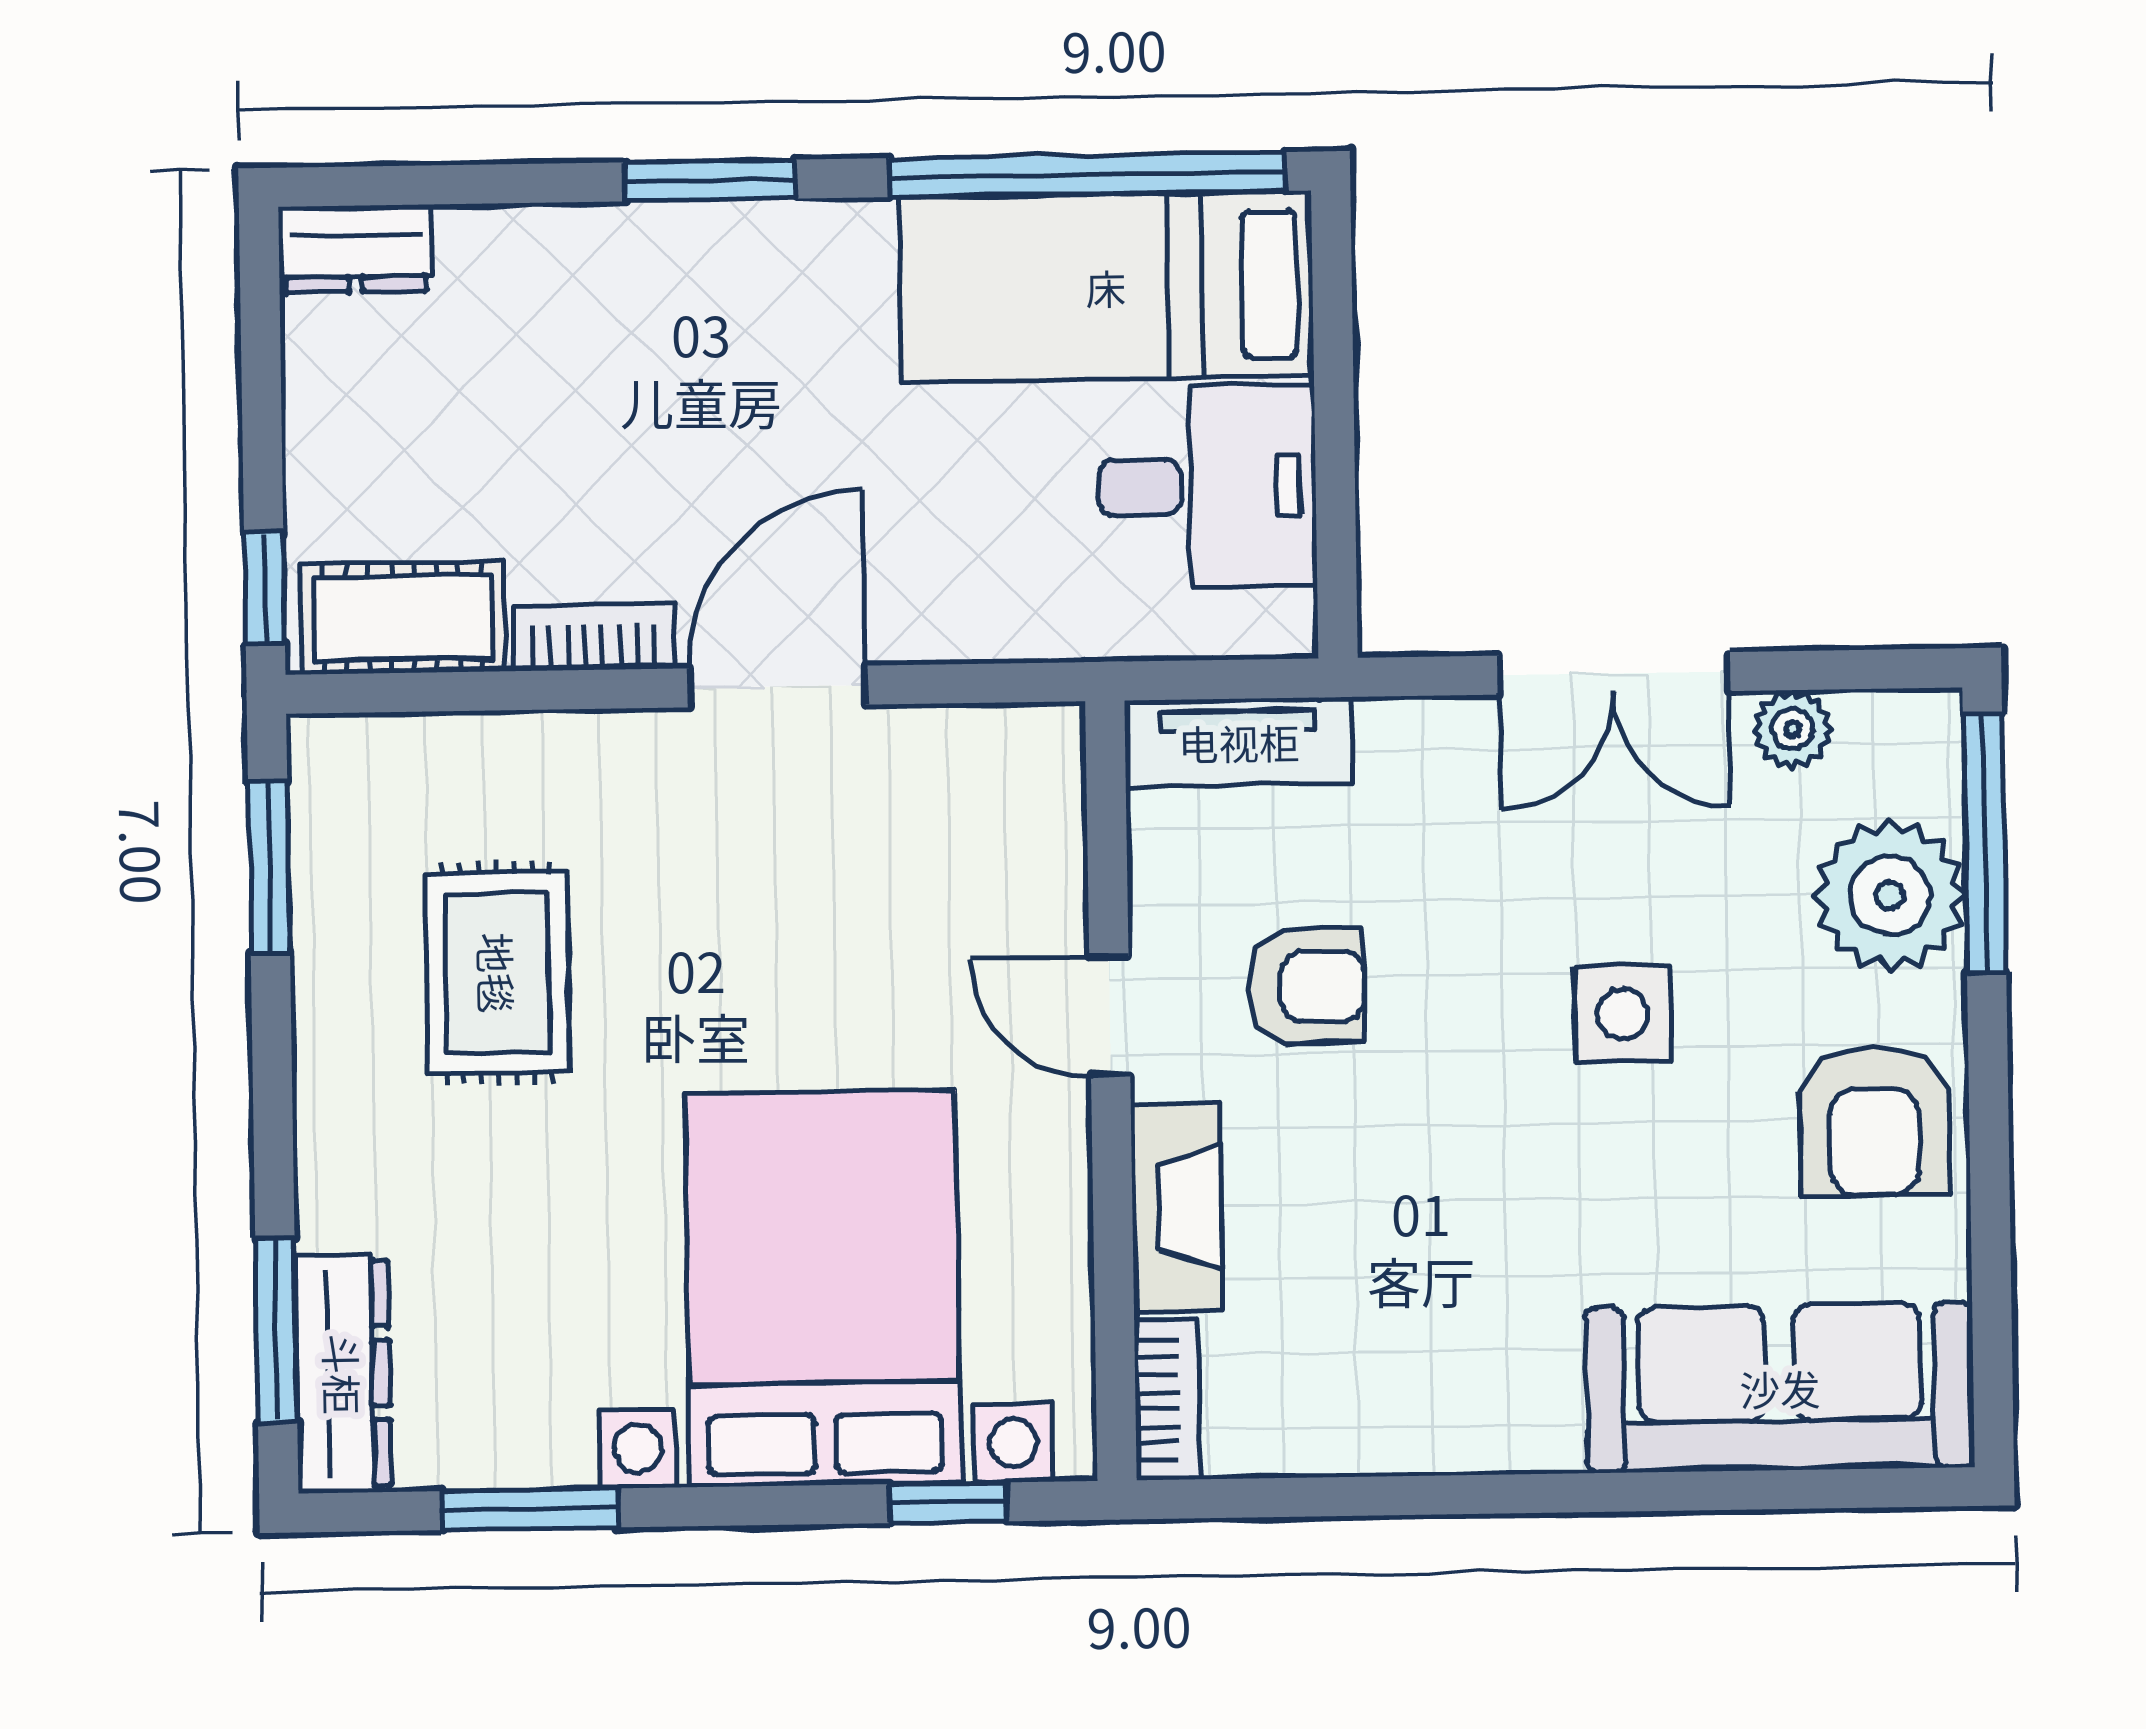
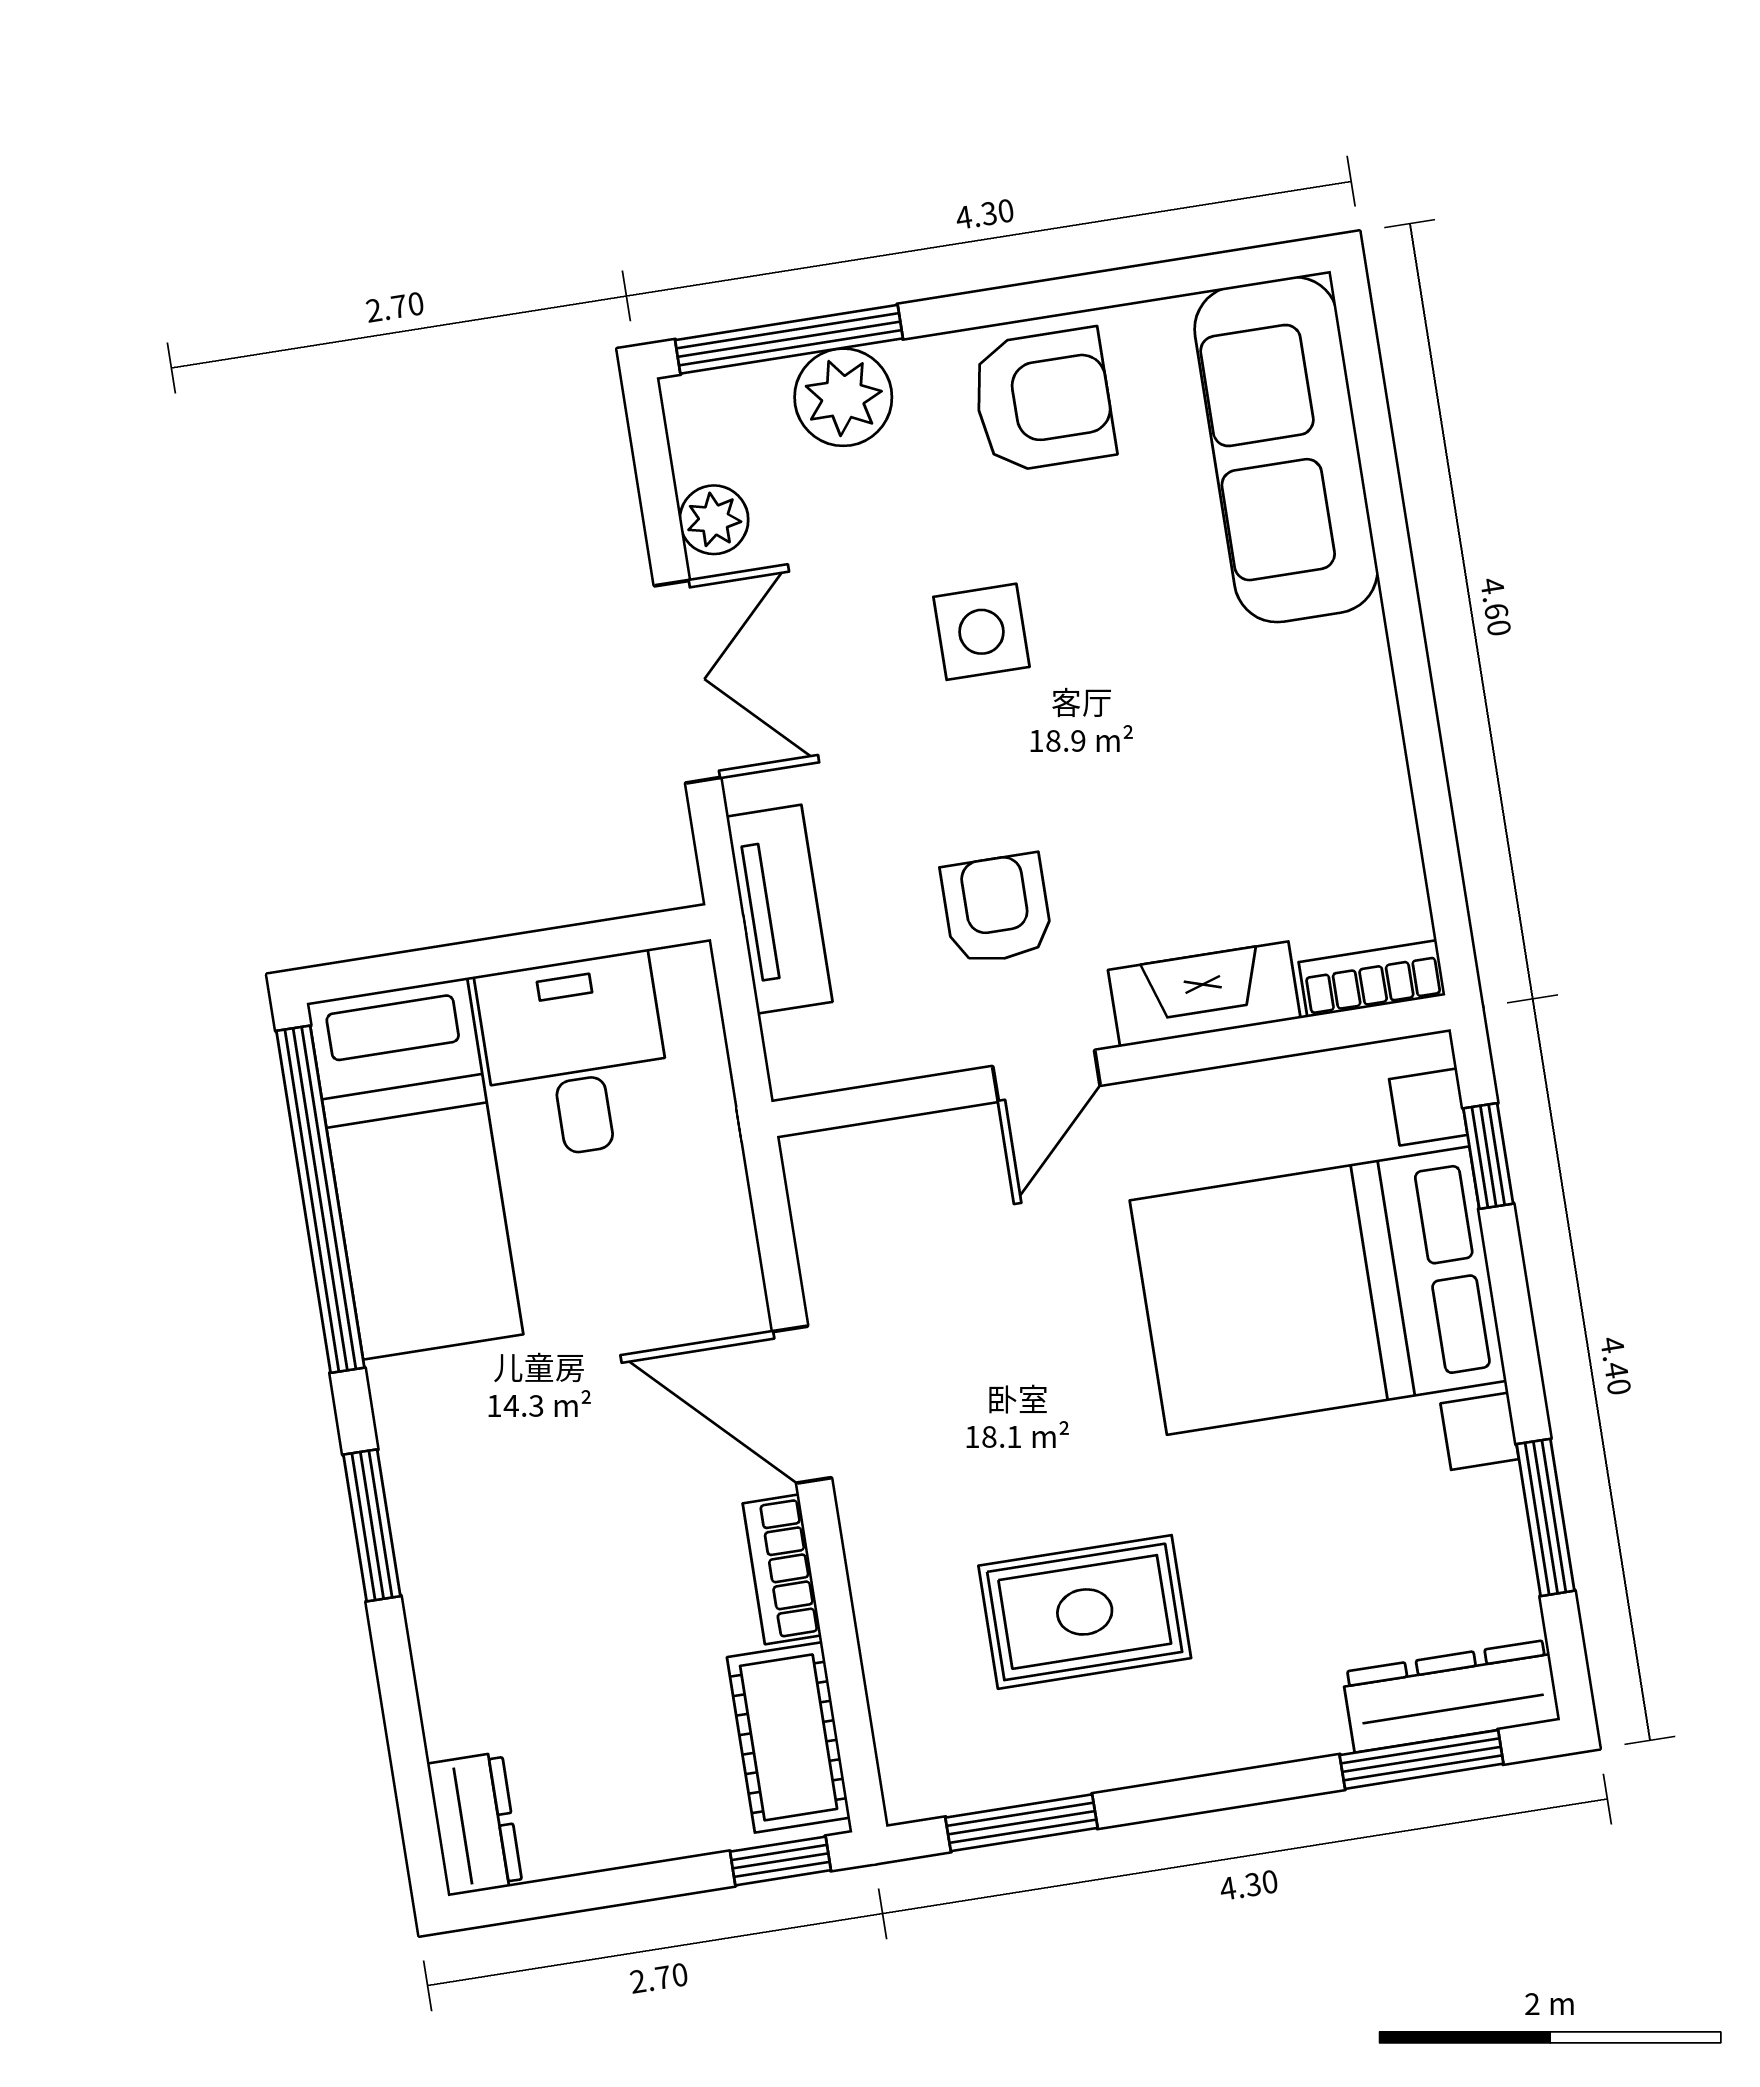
tv unit: (1239, 742) -> (779, 909), moved
plant: (1890, 896) -> (843, 397), width x0.73, depth x0.73

